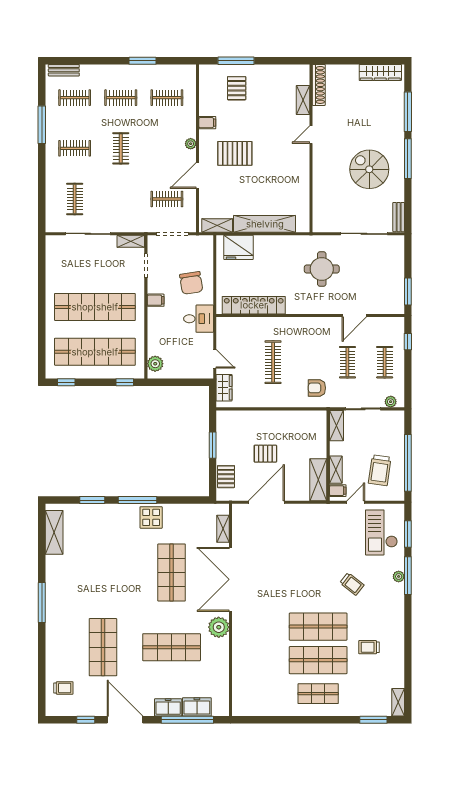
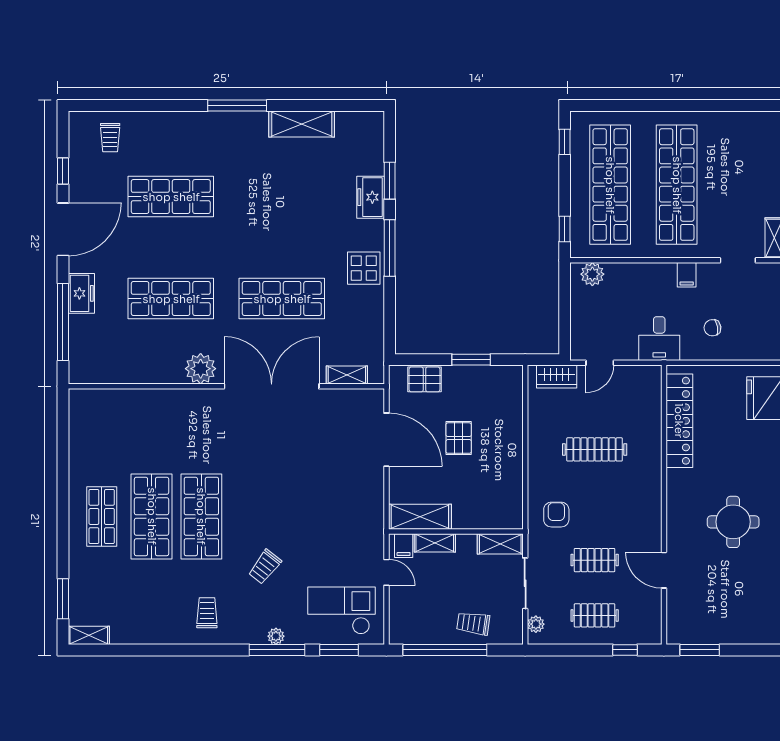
chair: (191, 283) -> (712, 328), width x0.54, depth x0.54
trolley: (380, 470) -> (473, 623), moved, width x0.73, depth x0.72
shelving: (54, 532) -> (302, 124), moved
shop shelf: (172, 647) -> (171, 299), turned 90
trolley: (369, 647) -> (207, 613), moved
freezer: (197, 707) -> (371, 197), moved, turned 180

